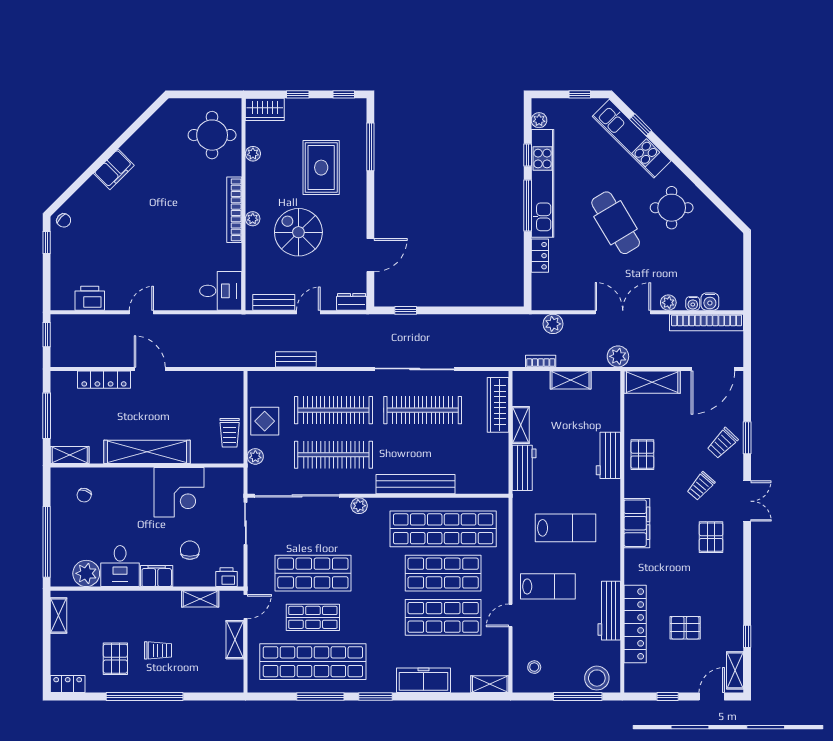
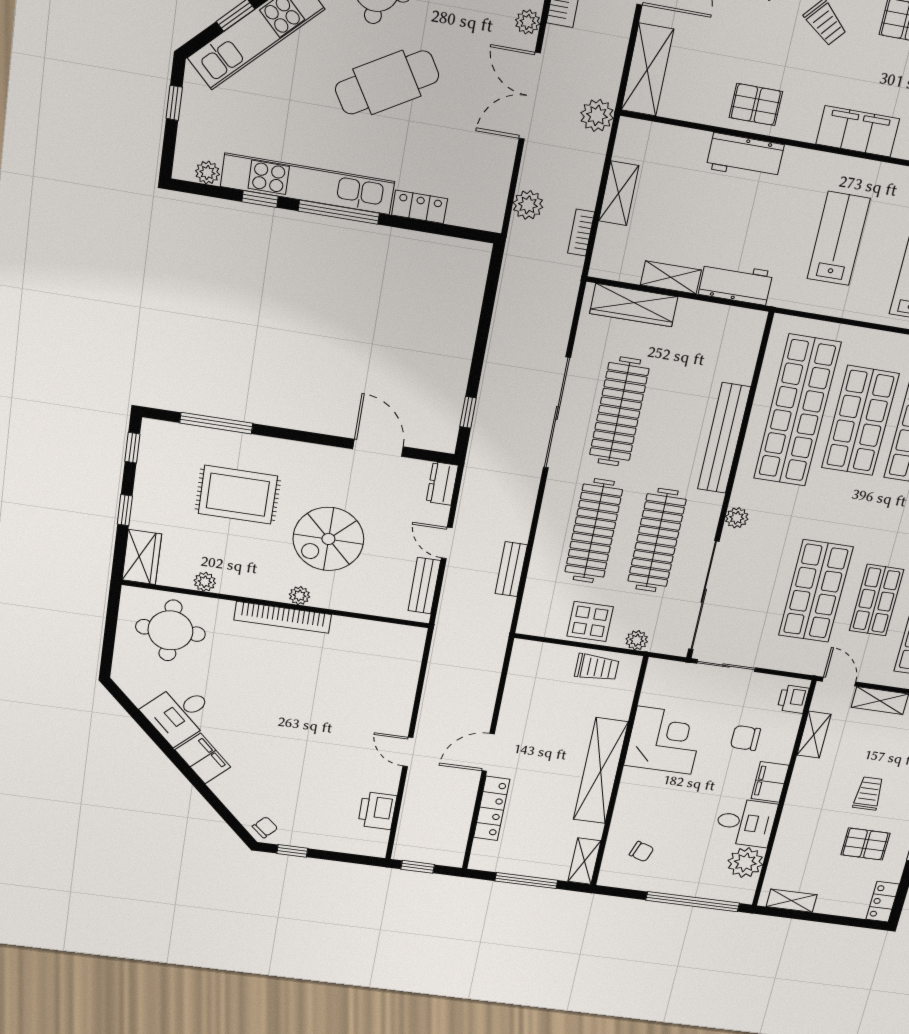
desk: (221, 291) -> (179, 714), moved, turned -135

